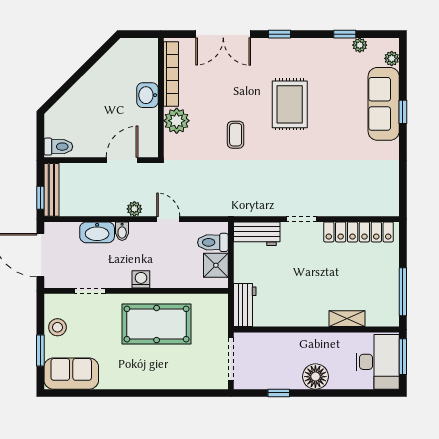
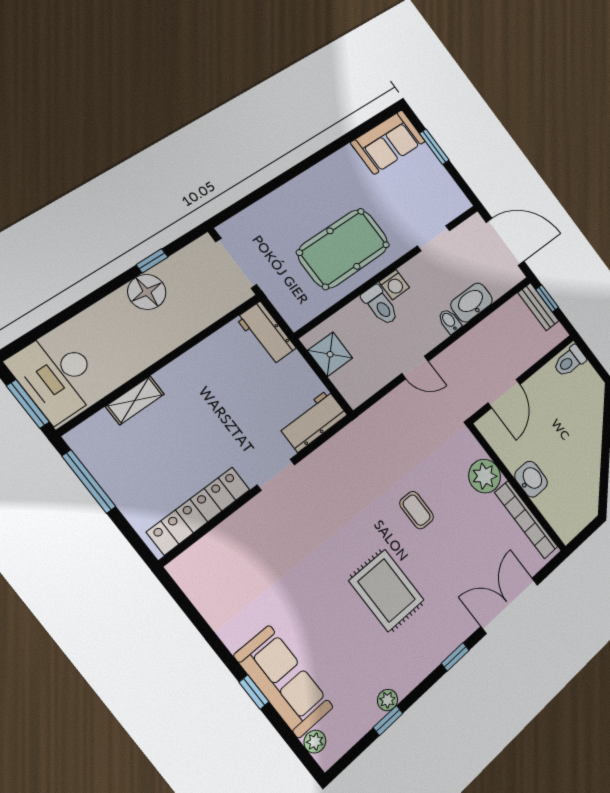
plant: (360, 45) -> (387, 700), moved
bench: (51, 190) -> (538, 307), width x0.73
plant: (134, 209) -> (455, 353), removed
toilet: (213, 242) -> (380, 305), moved, turned 90
stool: (57, 327) -> (436, 180), removed
floor lamp: (315, 377) -> (147, 292), moved

